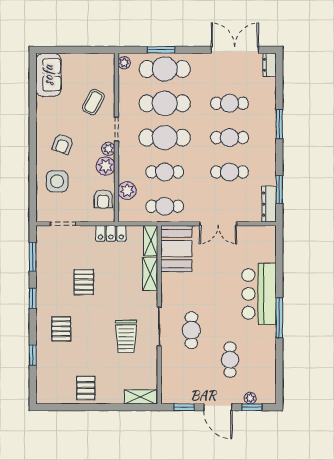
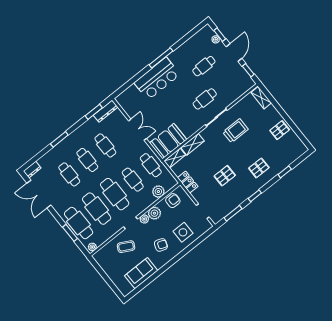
sofa: (48, 75) -> (141, 273), moved

